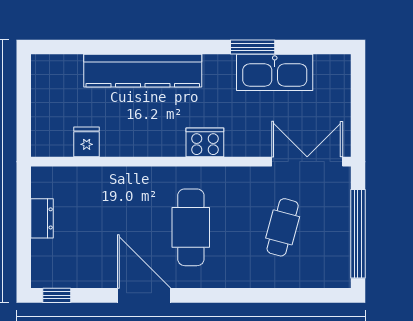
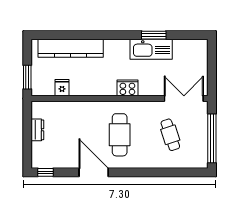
kitchen counter: (143, 71) -> (71, 48), moved
kitchen sink: (275, 72) -> (151, 49), moved
window: (24, 123) -> (27, 77), added
cafe table: (283, 227) -> (170, 135), turned -33

